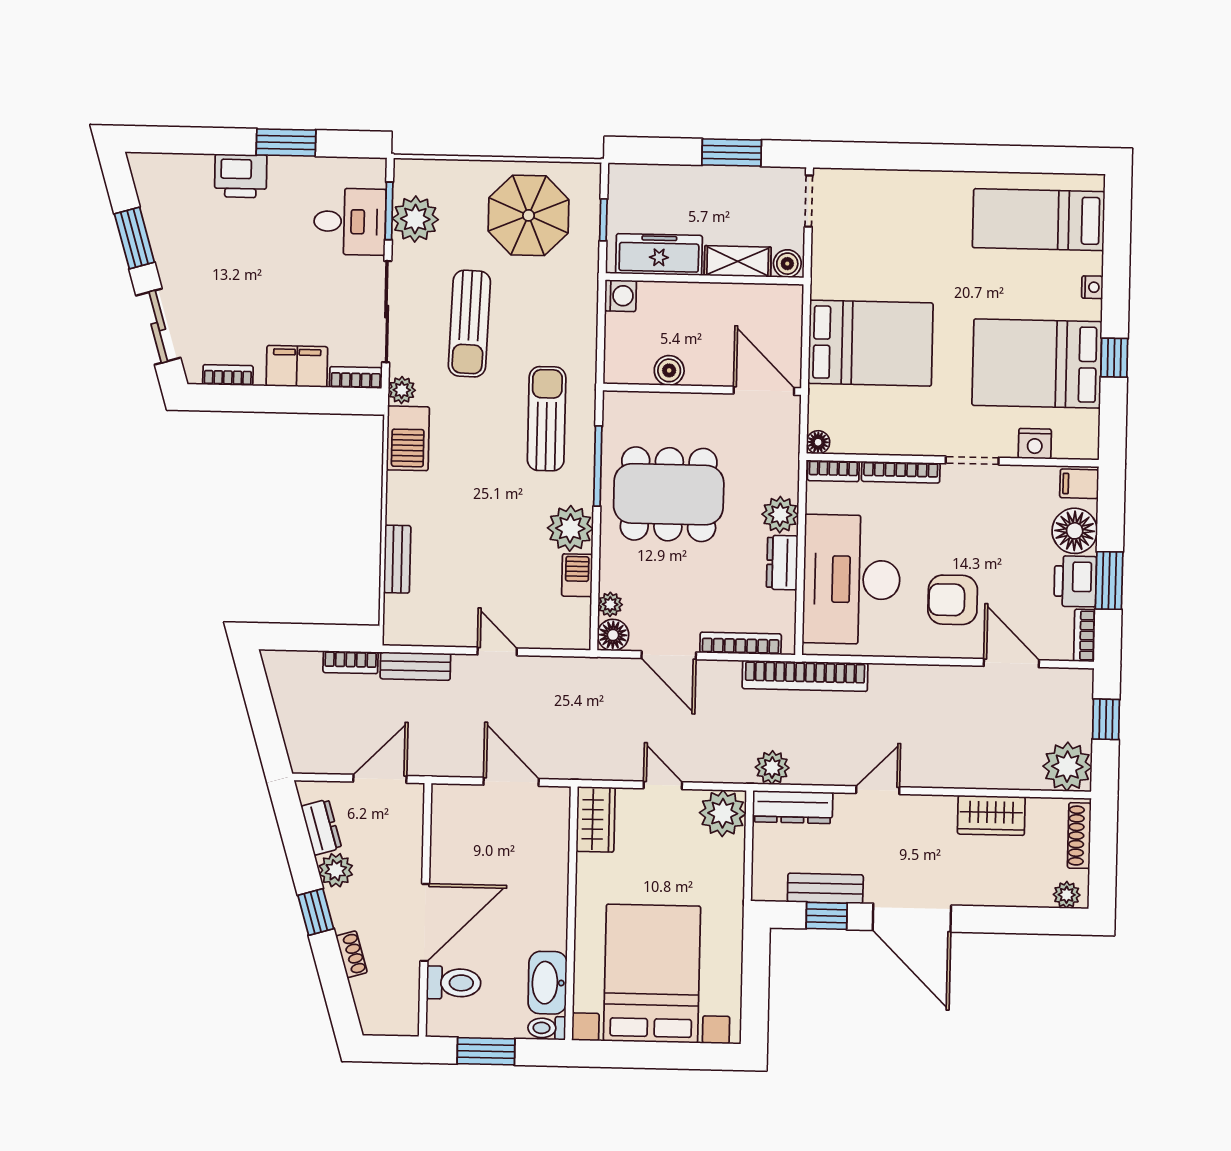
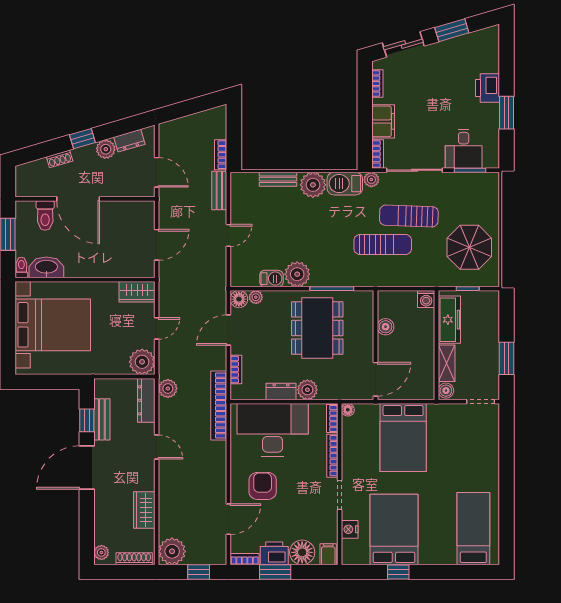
plant: (415, 219) -> (313, 185), moved
nightstand: (1092, 287) -> (437, 559), removed
sun lounger: (547, 419) -> (383, 245), moved
bookcase: (741, 643) -> (236, 370), width x0.64

